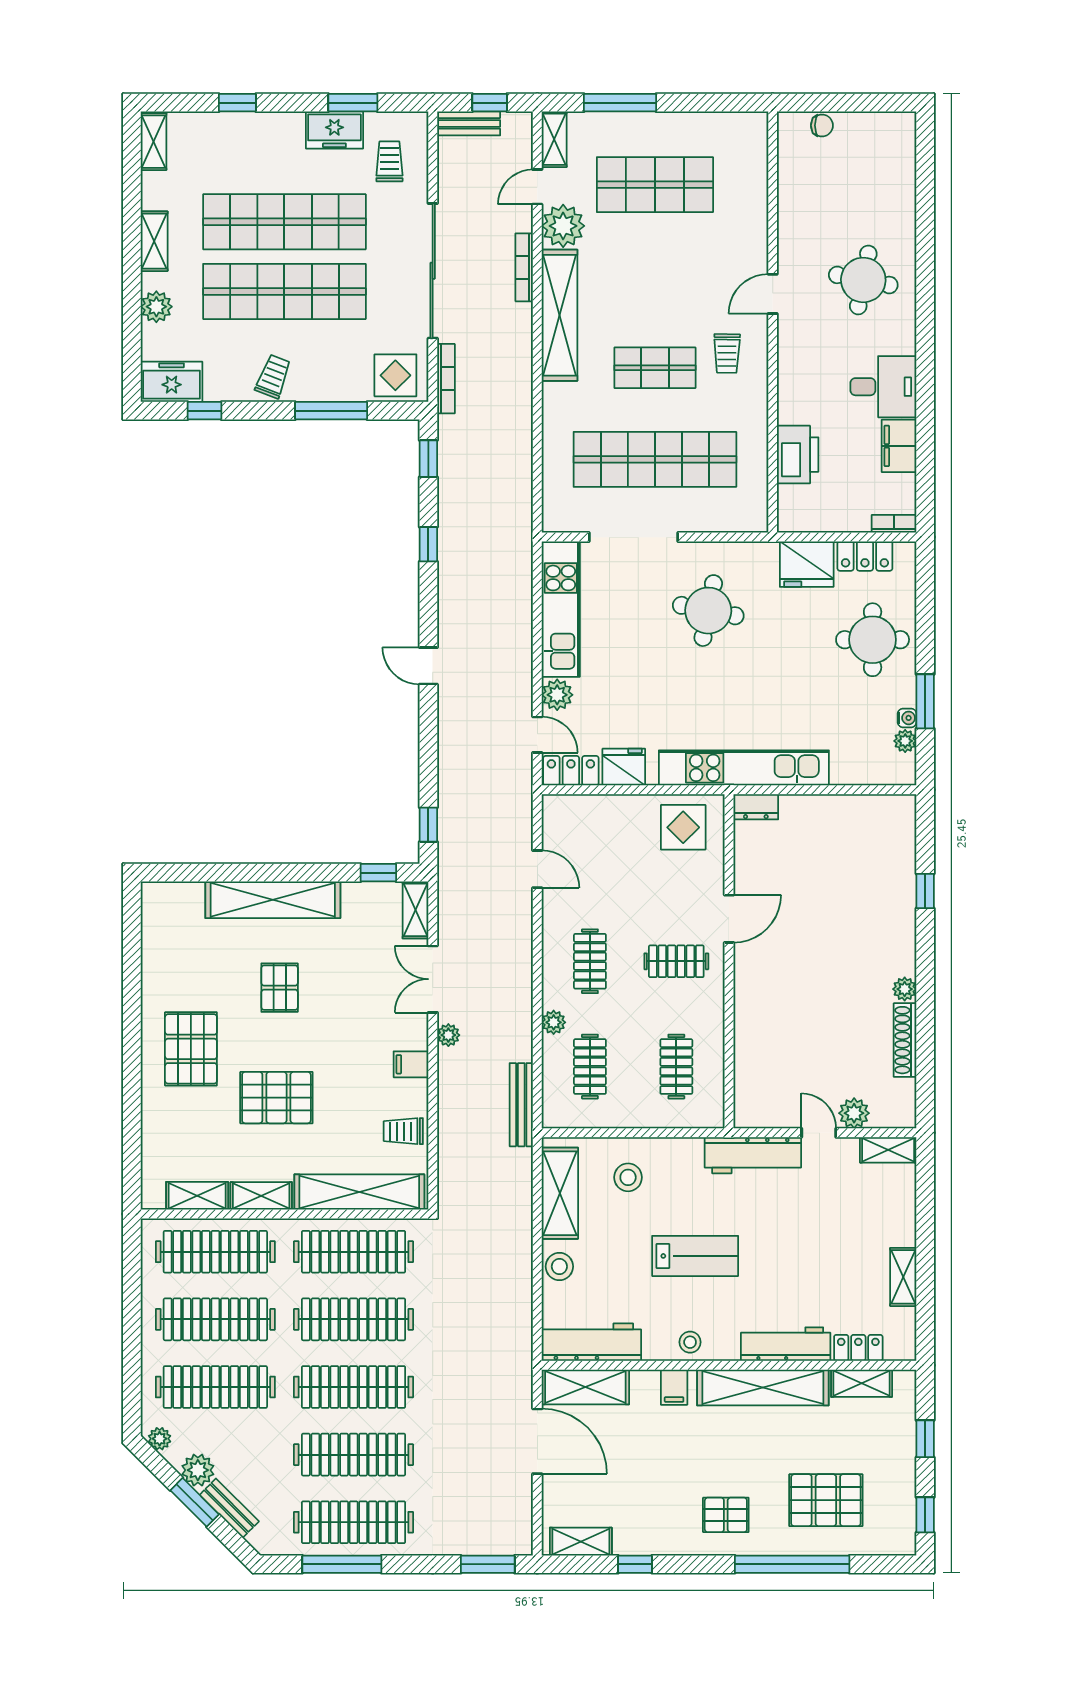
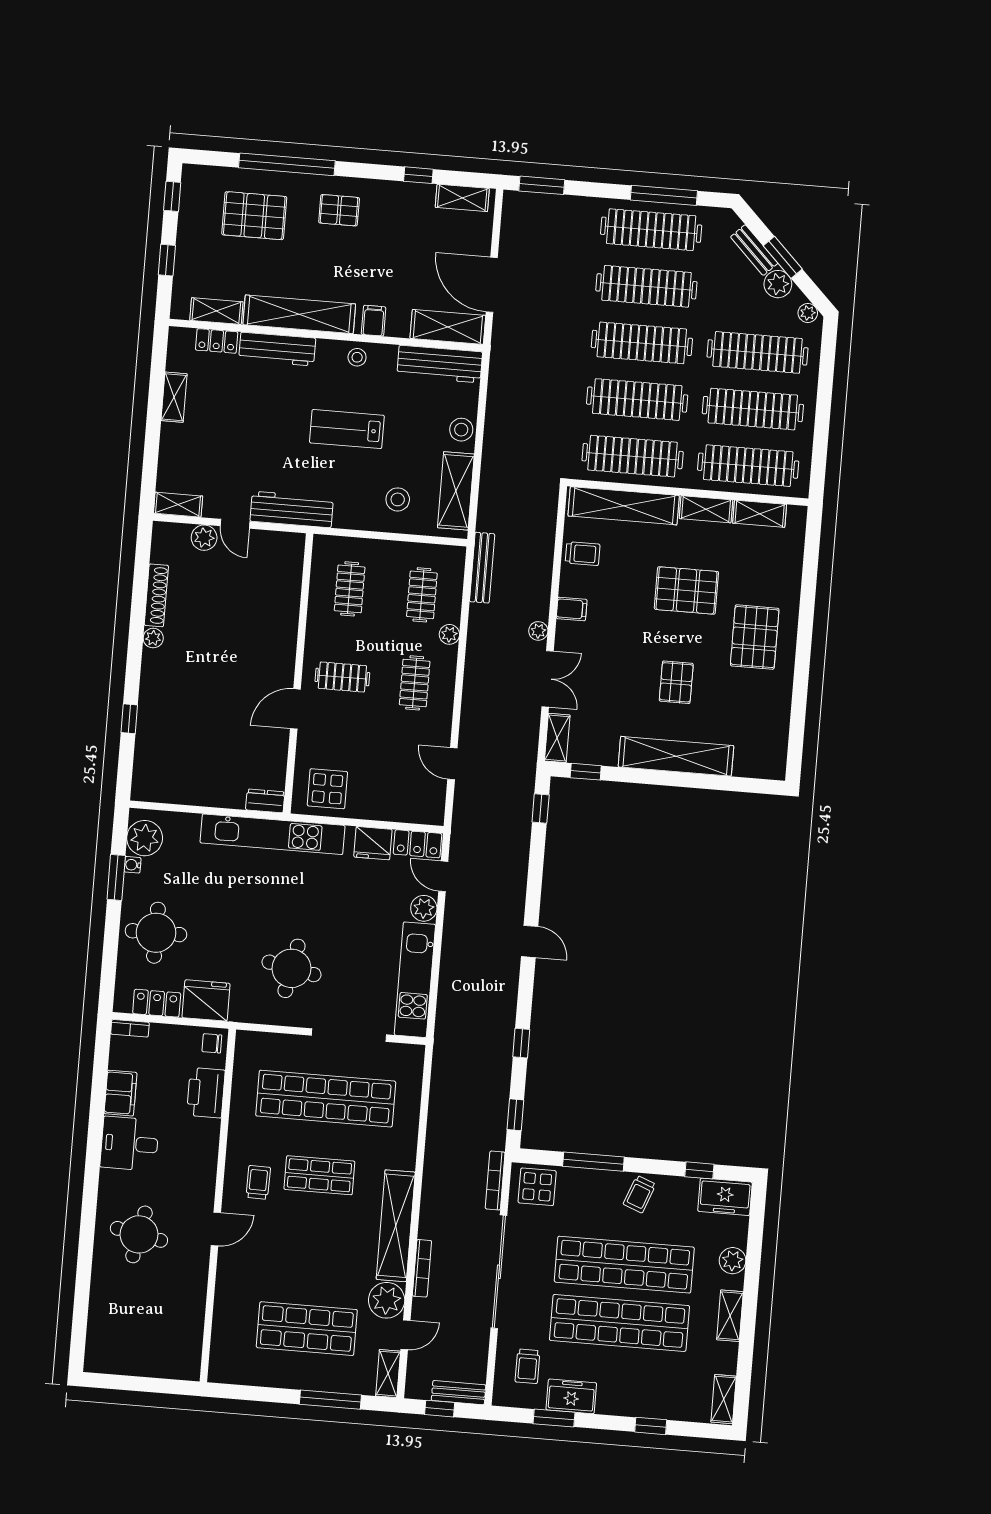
chair: (822, 125) -> (212, 1043), moved
plant: (905, 741) -> (145, 838), width x1.88, depth x1.88

